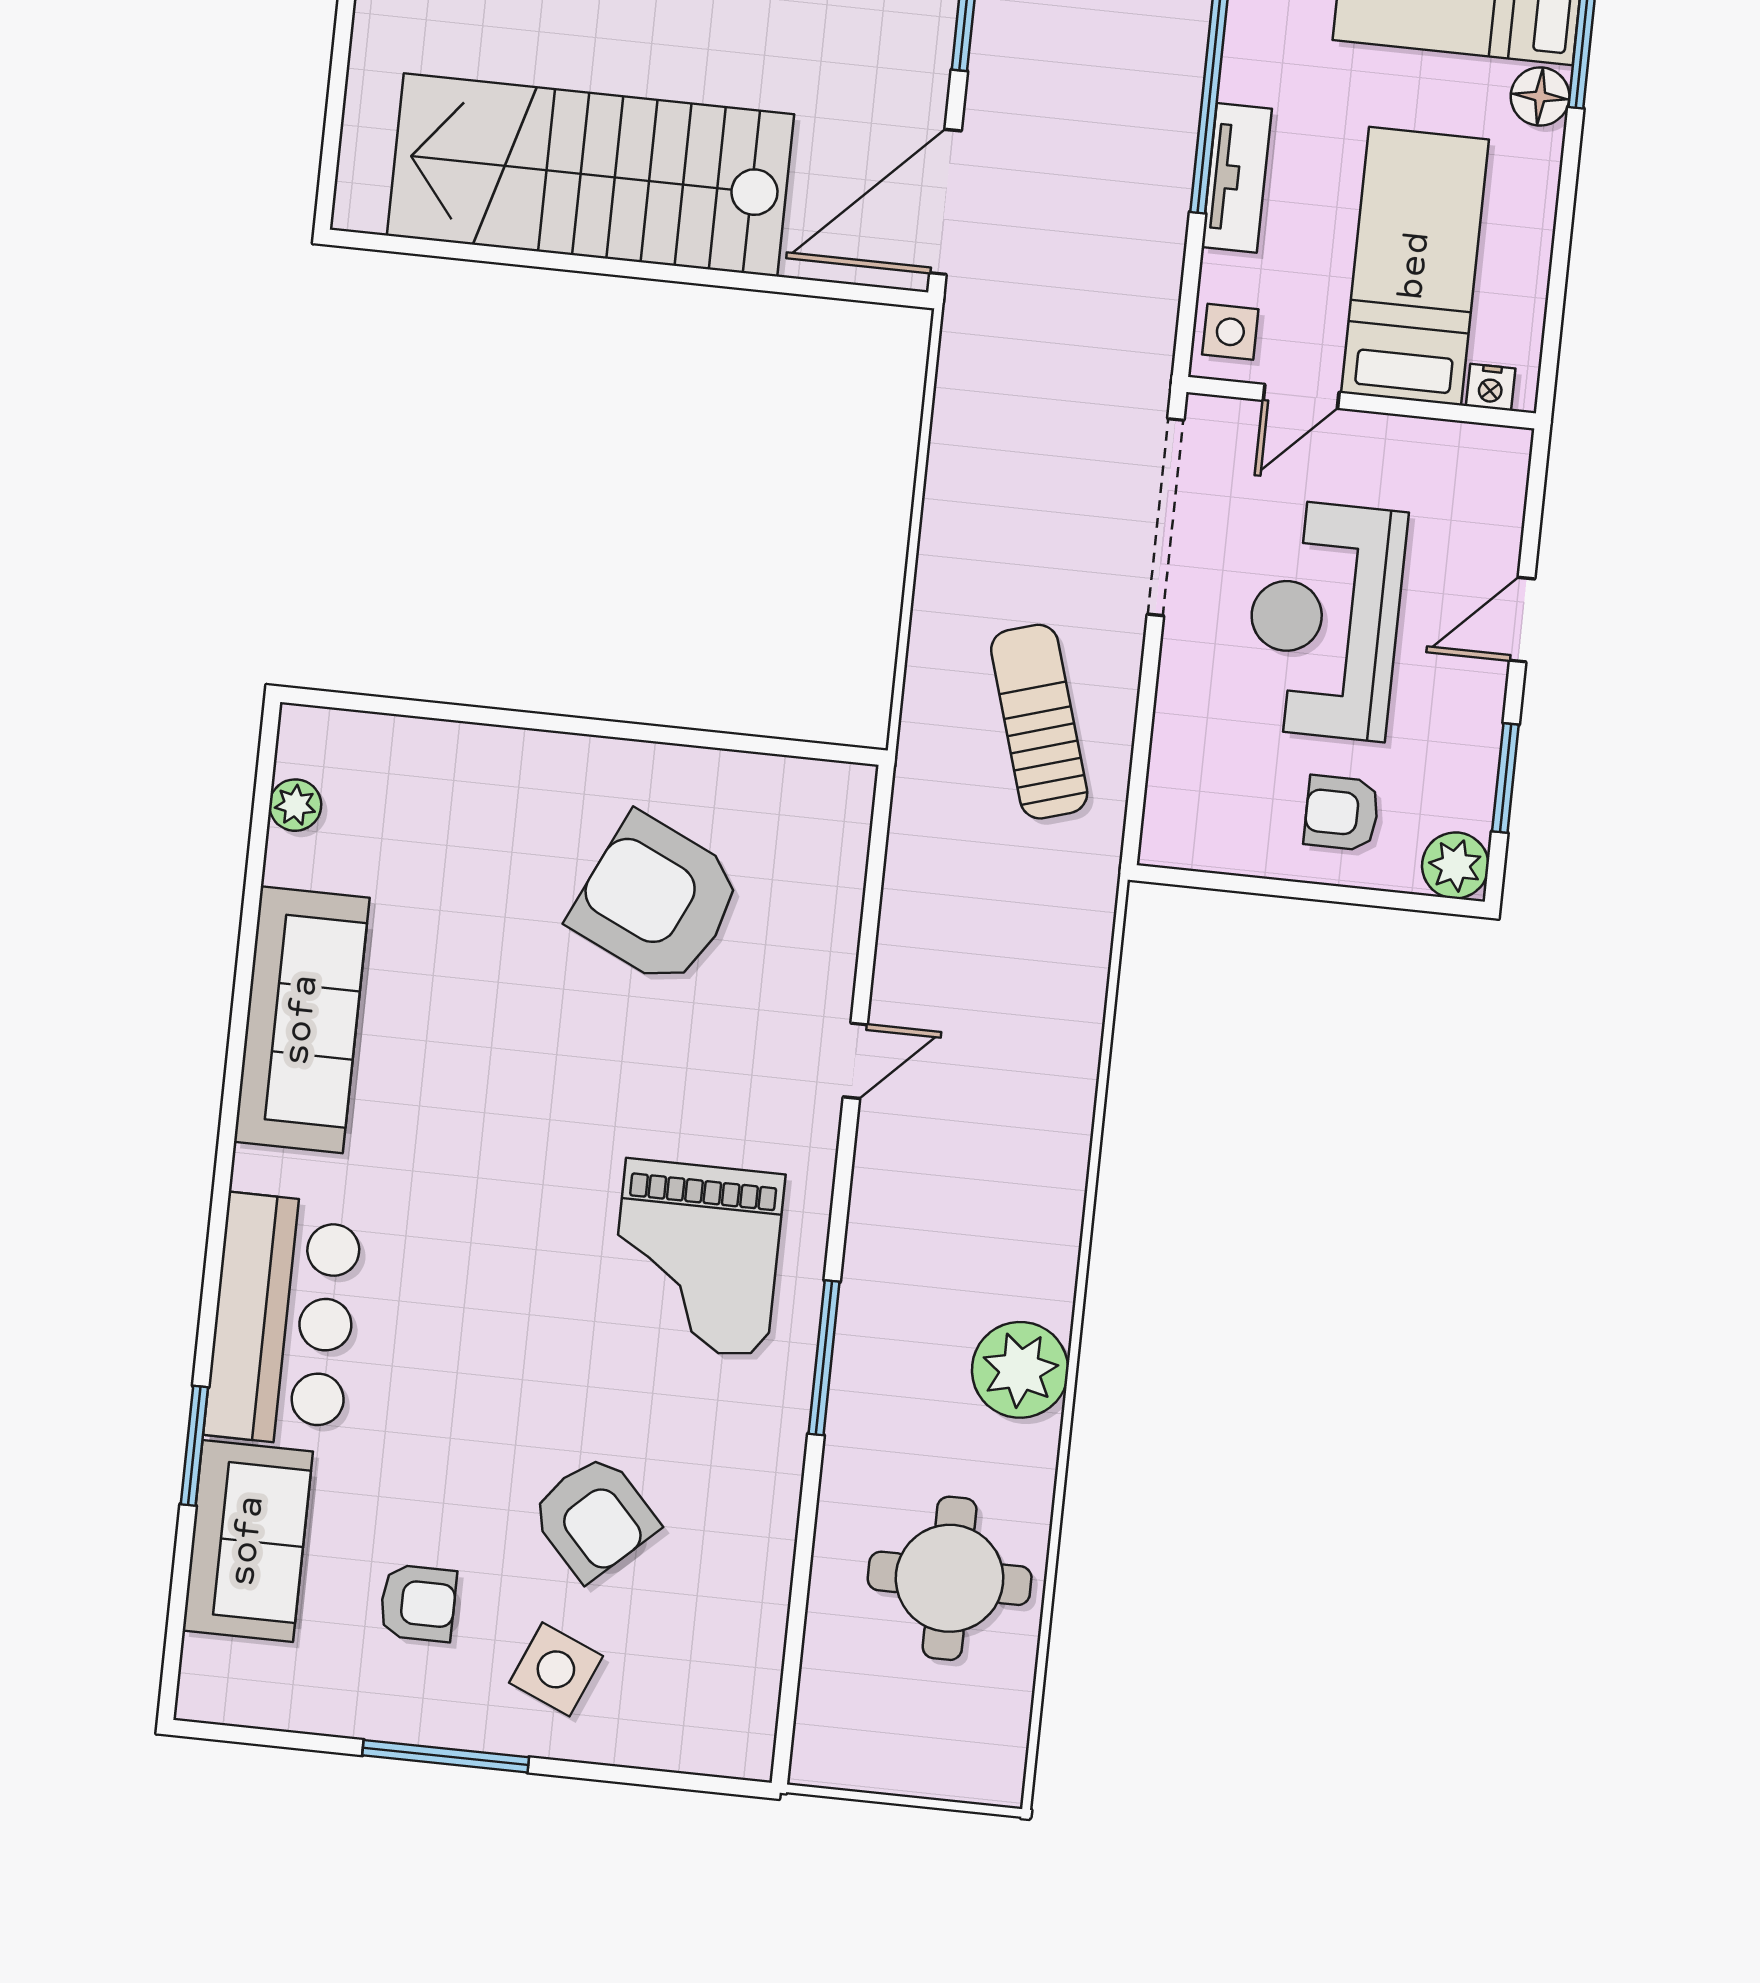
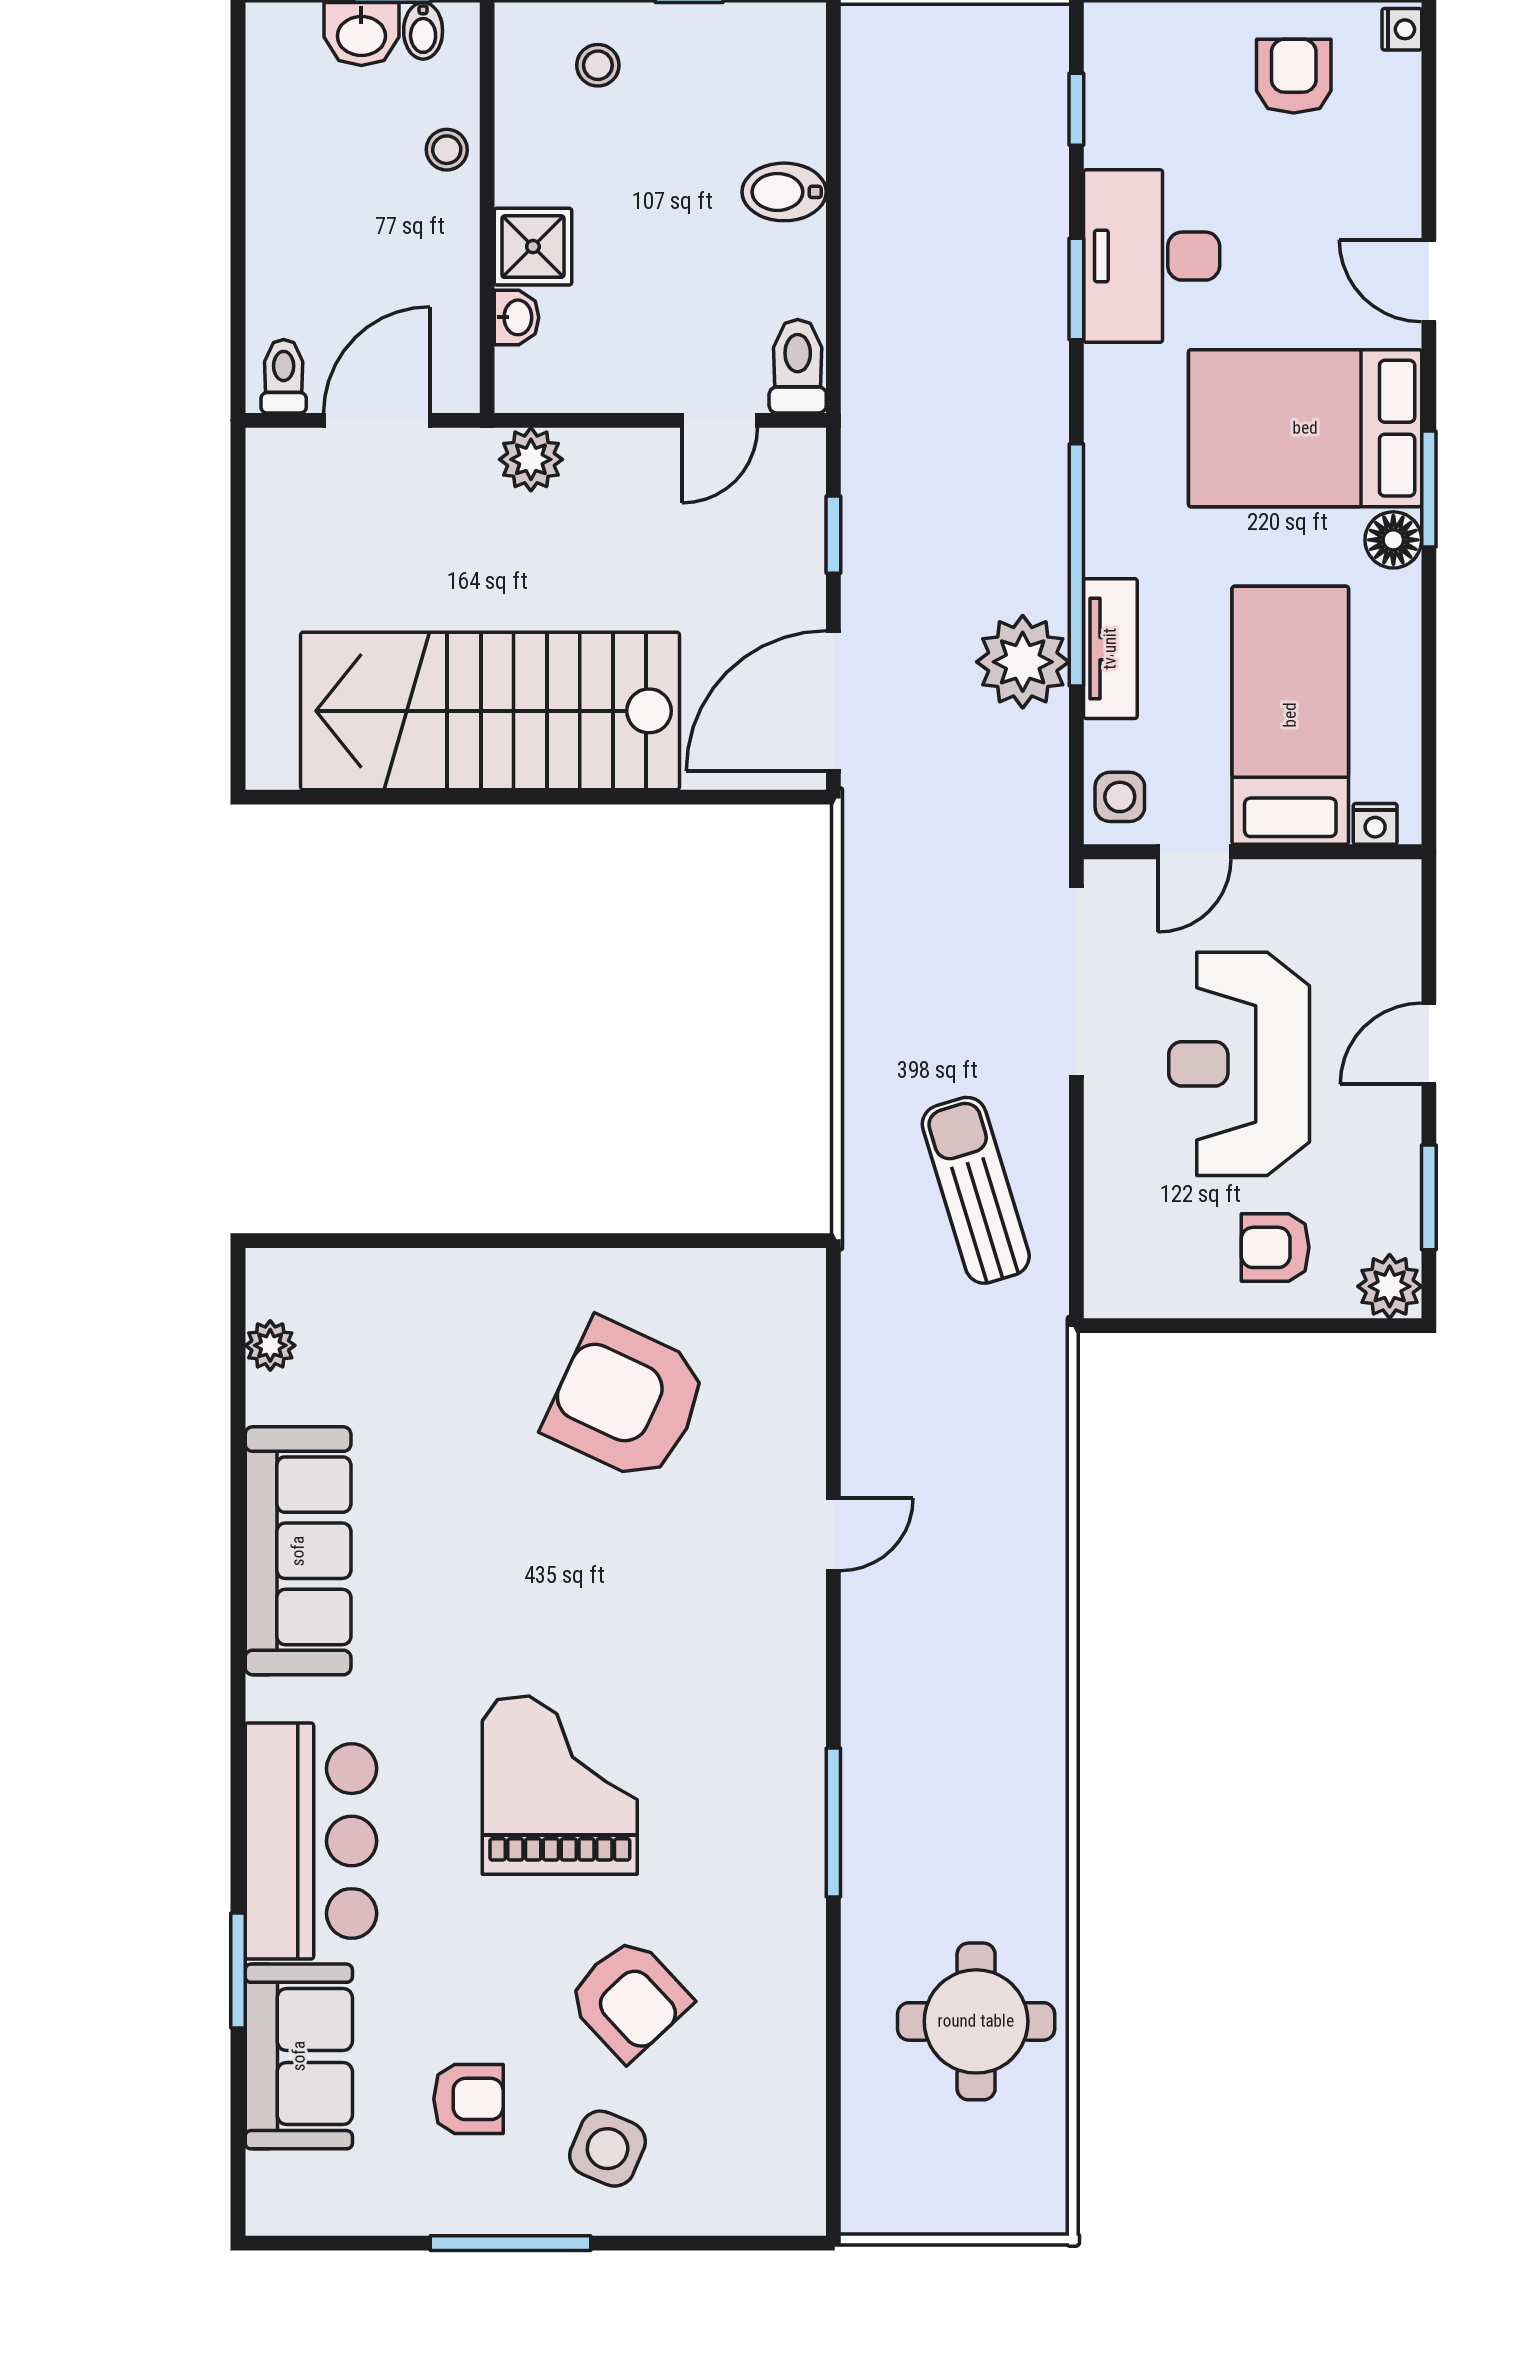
grand piano: (696, 1258) -> (560, 1785), moved, turned 180
plant: (1020, 1370) -> (1023, 662), moved

